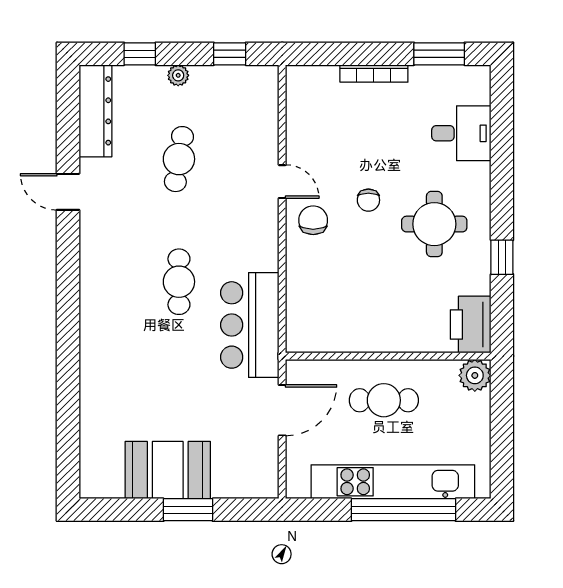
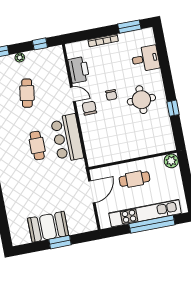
printer: (471, 324) -> (79, 70), moved, turned 180
bar counter: (250, 325) -> (67, 138), moved

